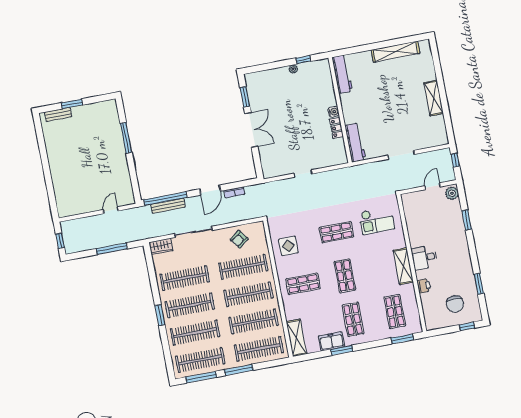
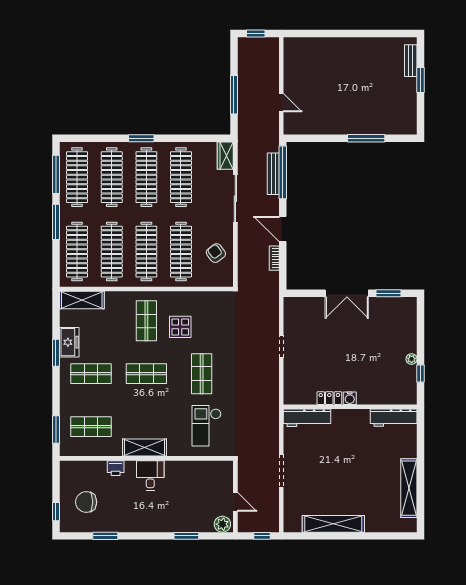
shelving: (434, 98) -> (333, 524), width x1.47
display table: (288, 246) -> (180, 327), moved

